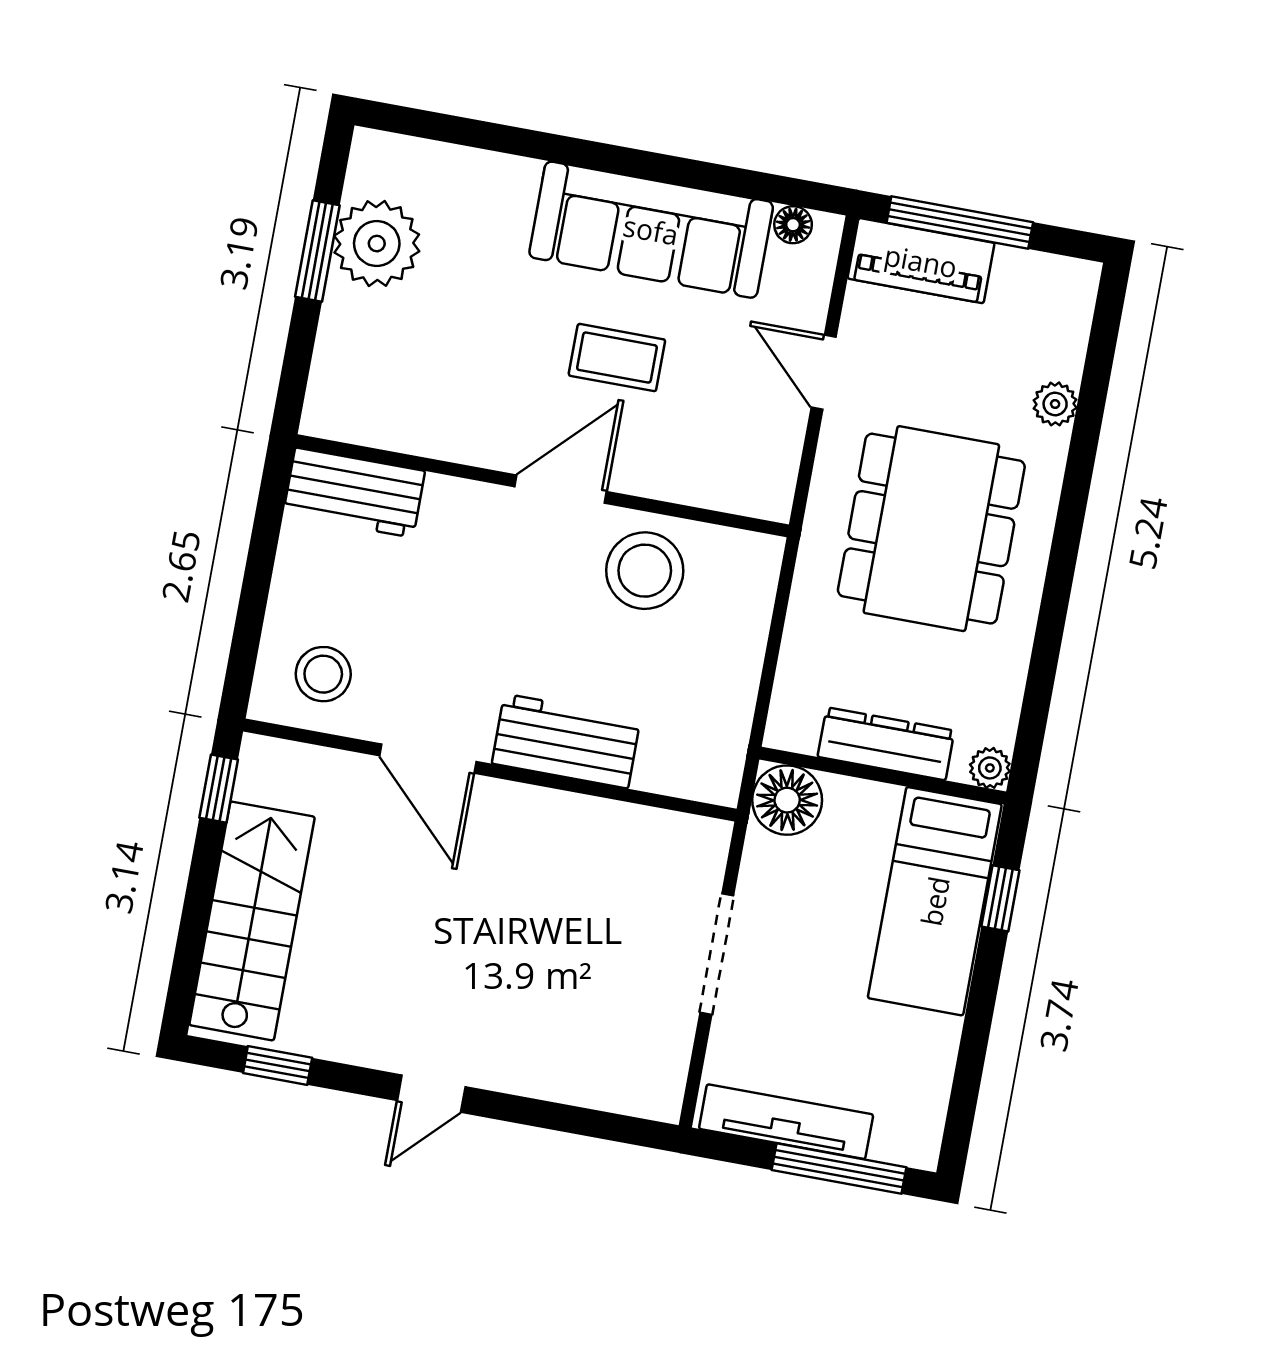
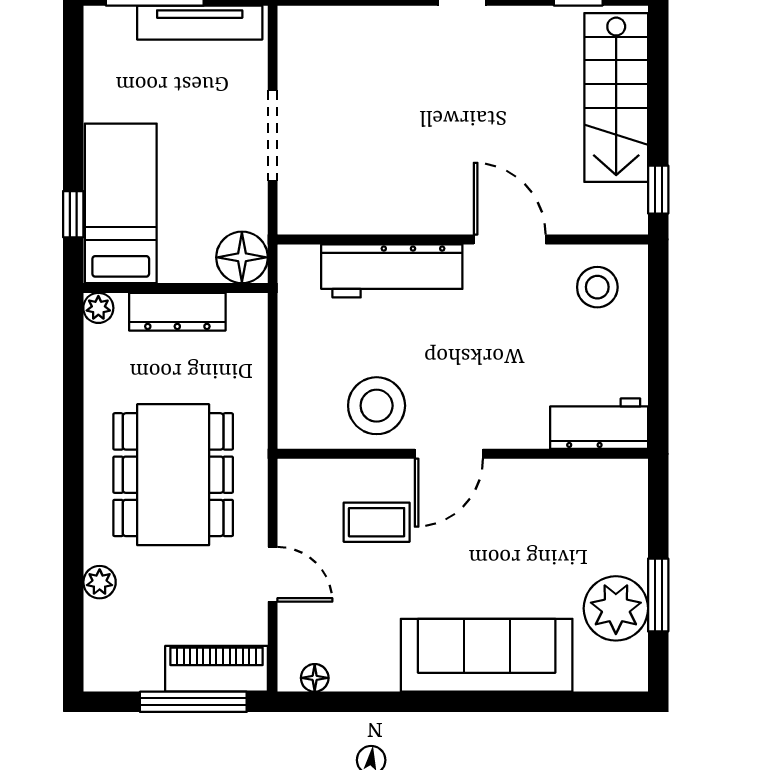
sofa: (651, 230) -> (487, 655), moved
coffee table: (617, 358) -> (377, 522), moved
workbench: (566, 741) -> (392, 271), width x1.38

